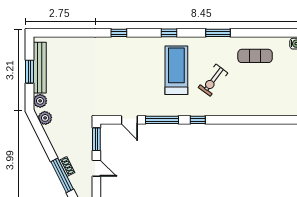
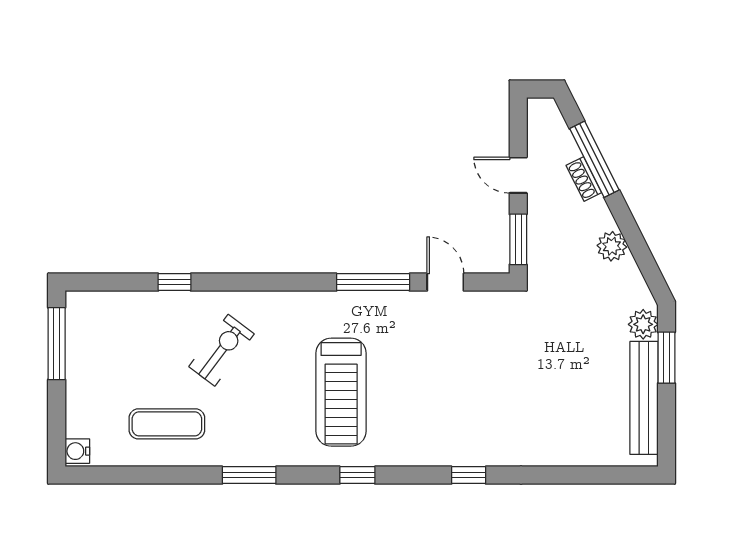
window: (30, 72) -> (666, 358), moved
exercise bike: (213, 80) -> (222, 350), moved
plant: (45, 118) -> (612, 246), moved
window: (198, 120) -> (175, 282), moved

